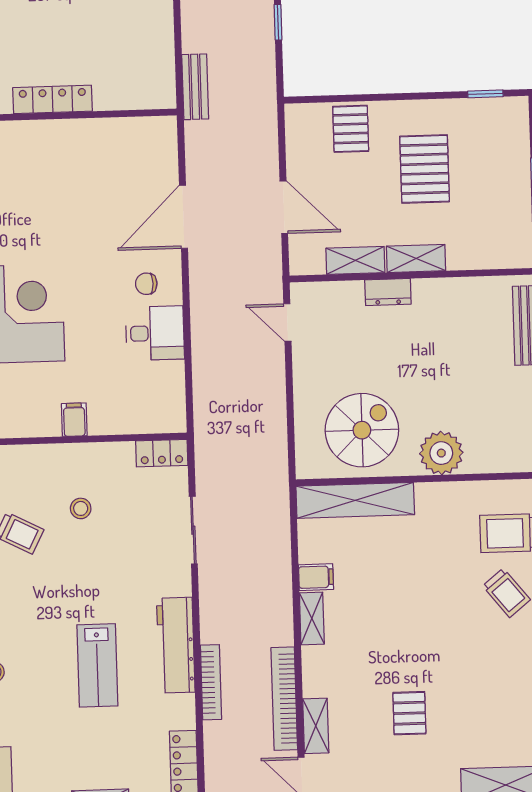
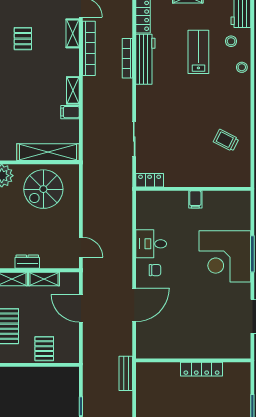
stool: (81, 508) -> (231, 41), moved
workbench: (176, 645) -> (145, 59), moved
lab bench: (97, 665) -> (198, 52), moved

